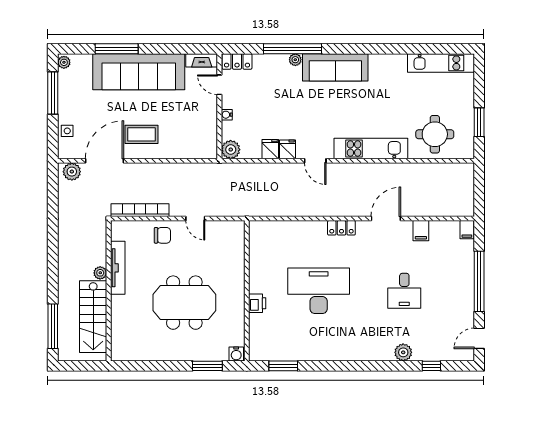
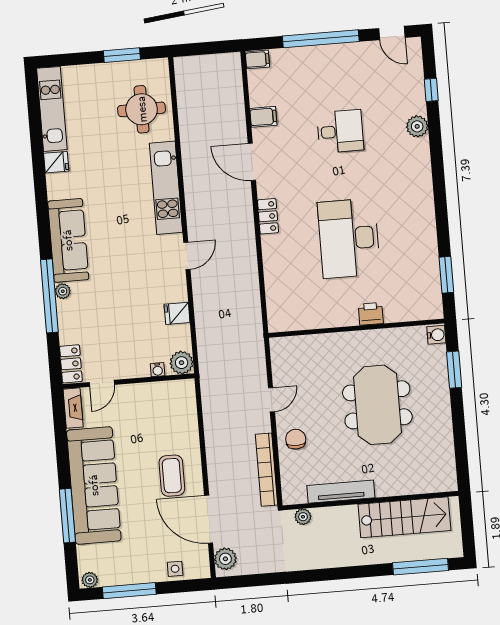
water cooler: (227, 115) -> (158, 370), moved
fridge: (288, 149) -> (56, 162), moved, turned 180
plant: (100, 273) -> (303, 517), moved

